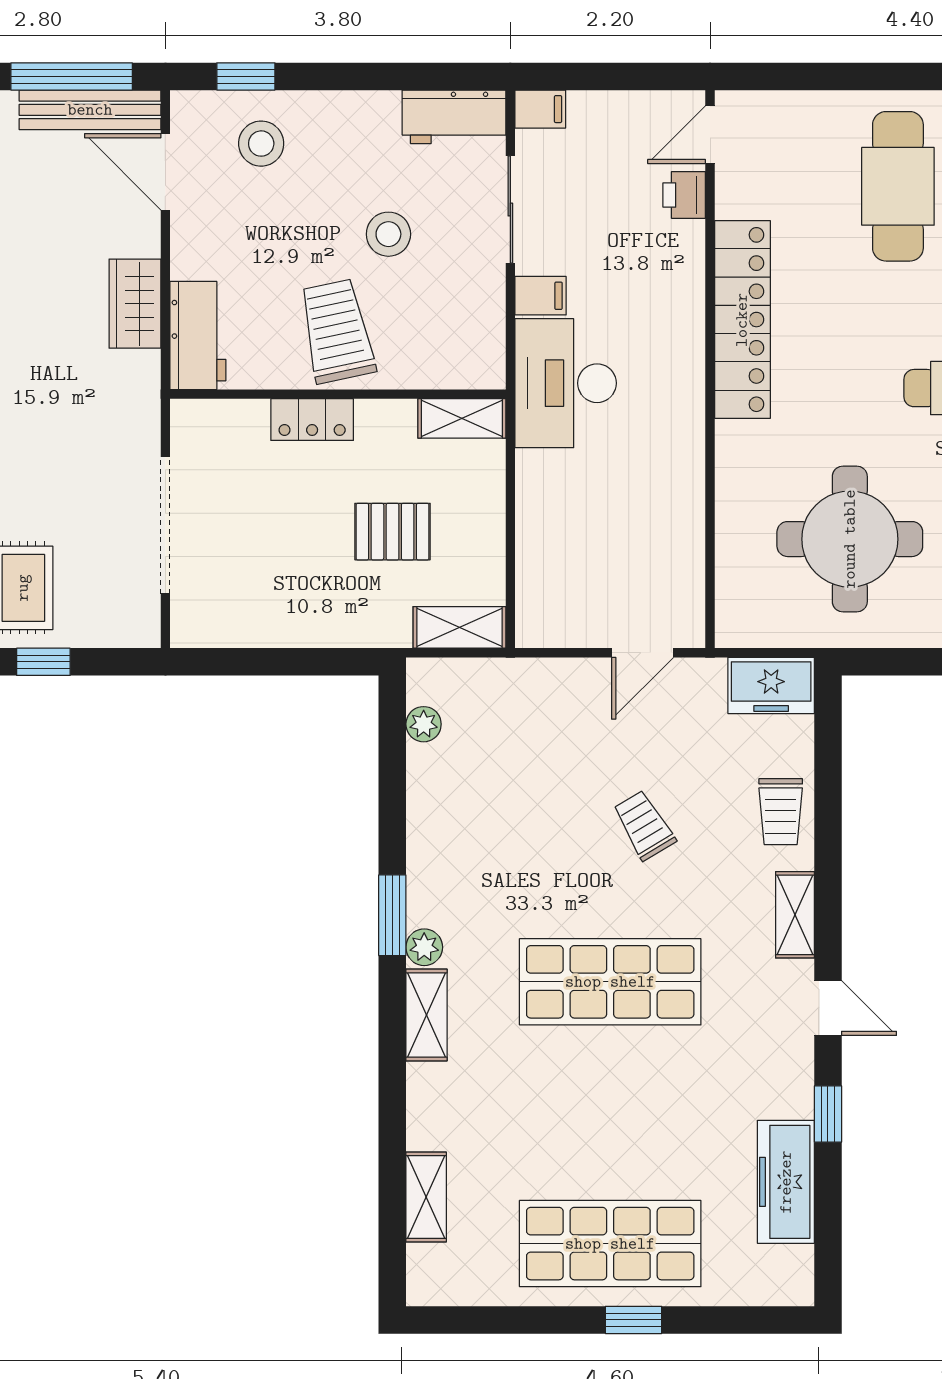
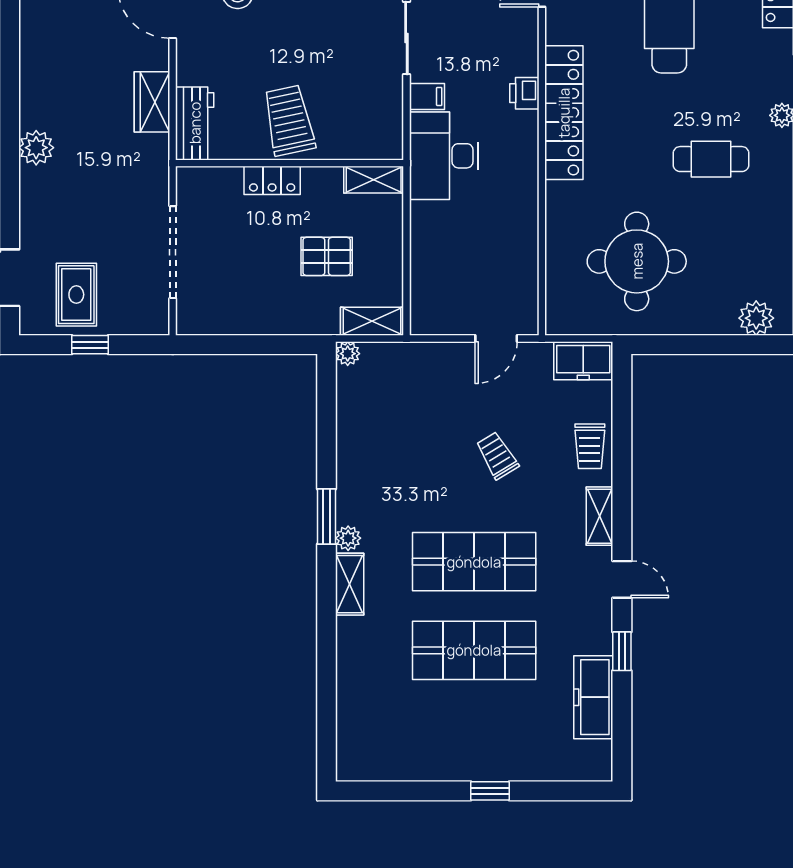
printer: (684, 195) -> (524, 93), moved
stool: (388, 234) -> (324, 55), removed
plant: (424, 724) -> (348, 354), moved
shelving: (426, 1197) -> (349, 708), removed
shop shelf: (610, 1244) -> (474, 650), moved

